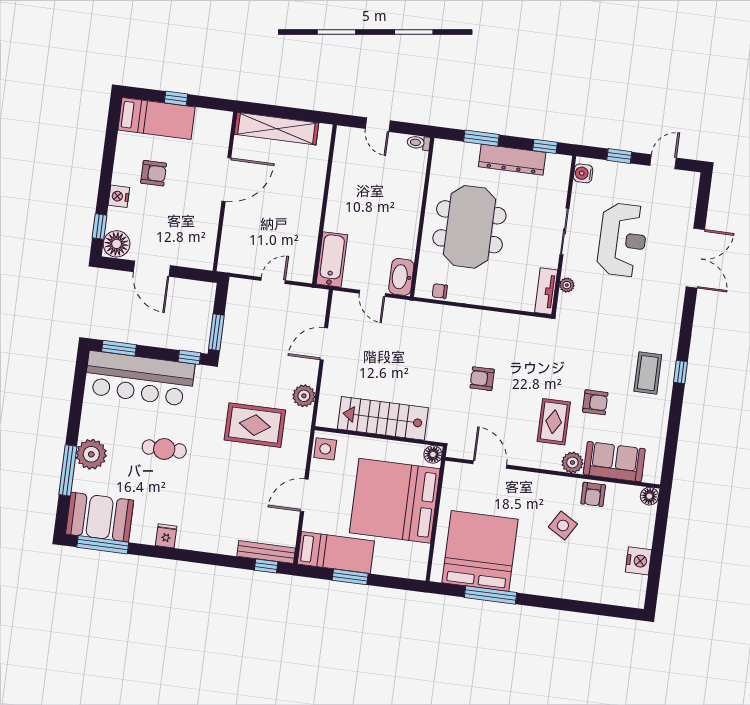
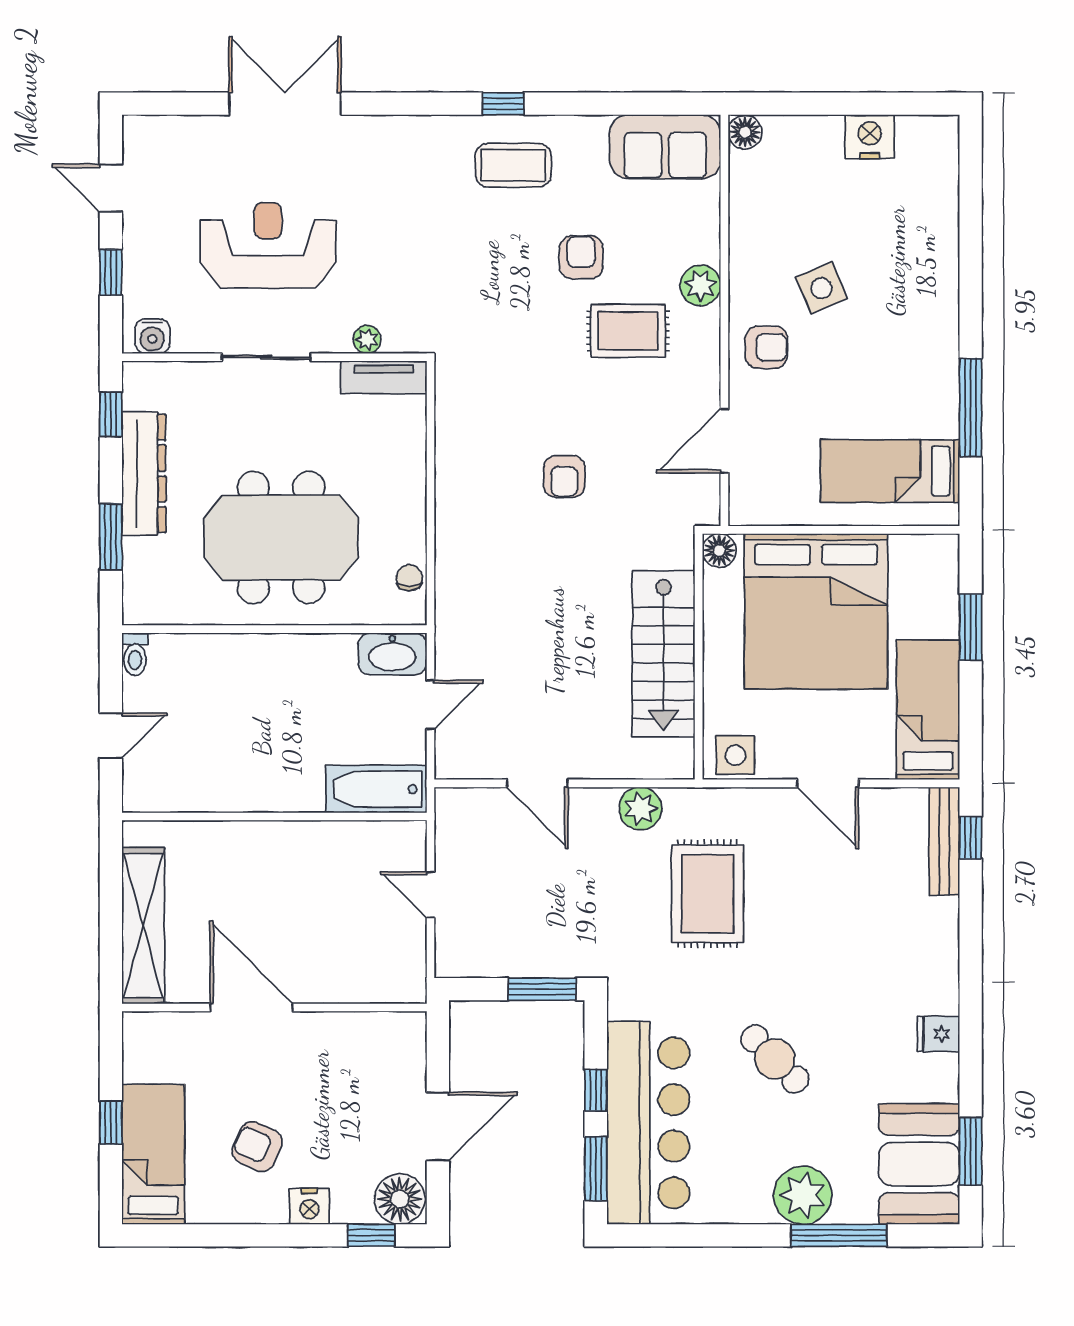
armchair: (154, 173) -> (257, 1146), turned -66
chair: (440, 291) -> (409, 578), turned 180
window: (189, 357) -> (596, 1090), moved
cafe table: (164, 449) -> (775, 1059), turned -45
sofa: (614, 462) -> (665, 147), moved, turned -90
armchair: (593, 494) -> (766, 347), moved
side table: (563, 525) -> (822, 288), turned 36
window: (103, 545) -> (971, 1151), width x0.69
bed: (480, 551) -> (890, 471), width x0.49
window: (350, 577) -> (971, 627), moved

